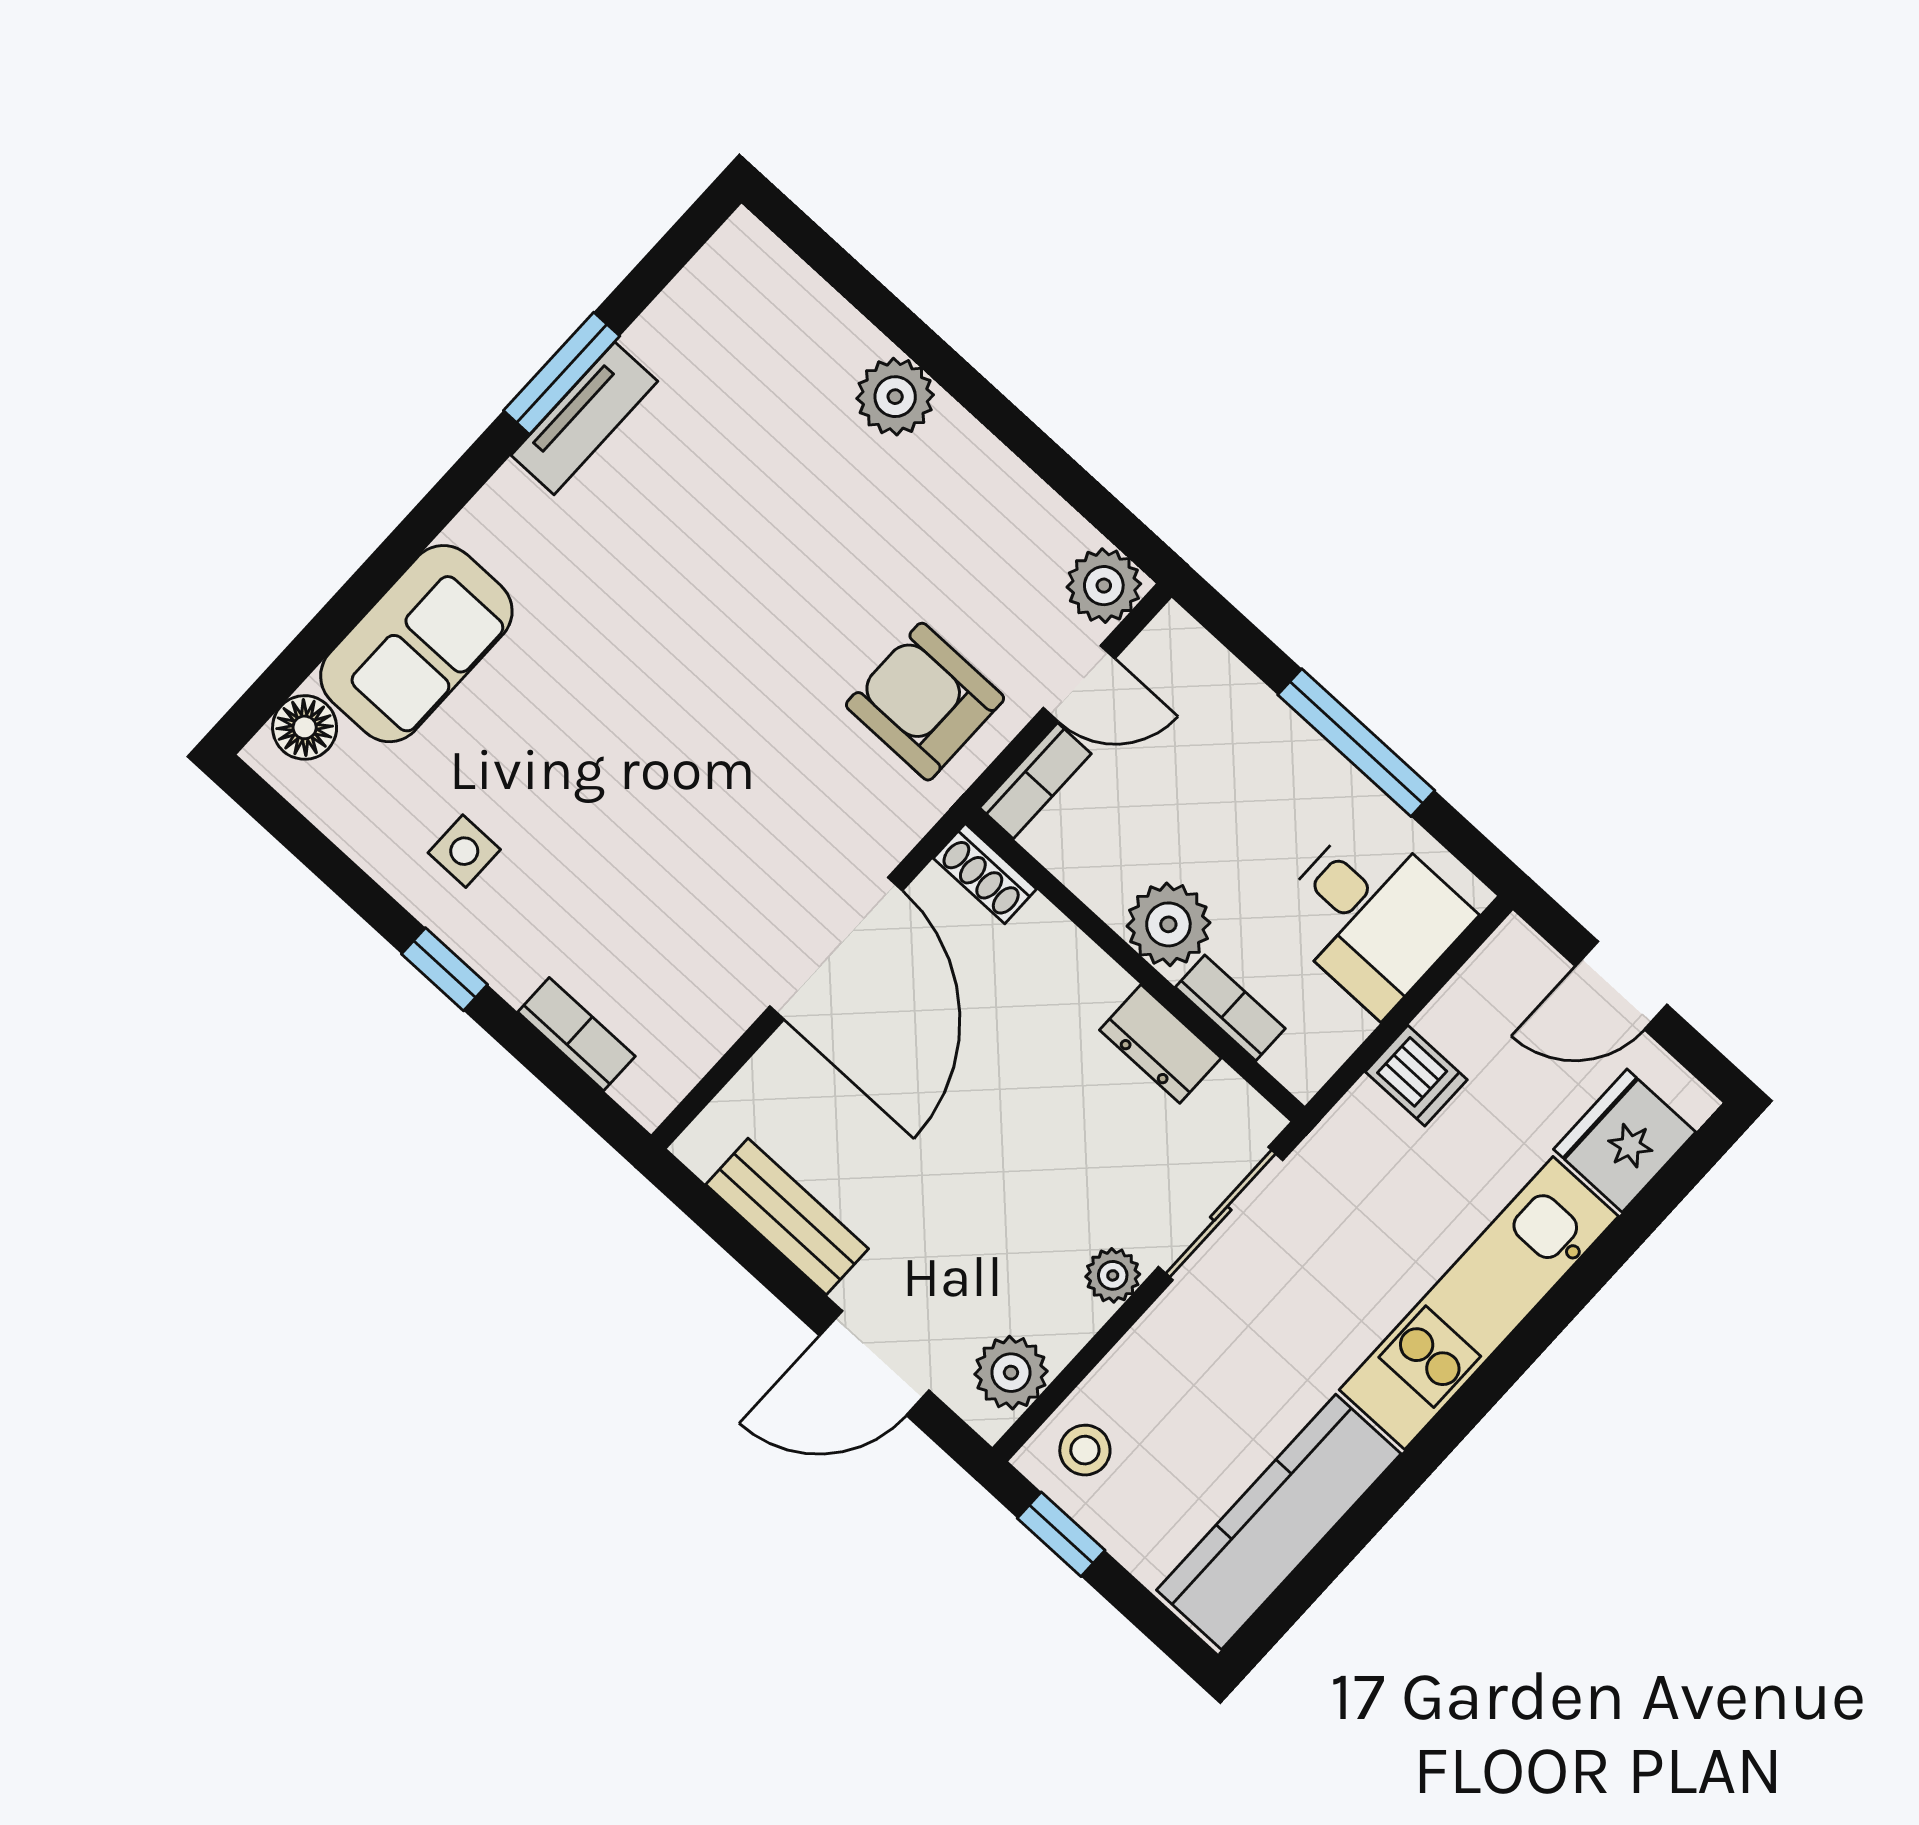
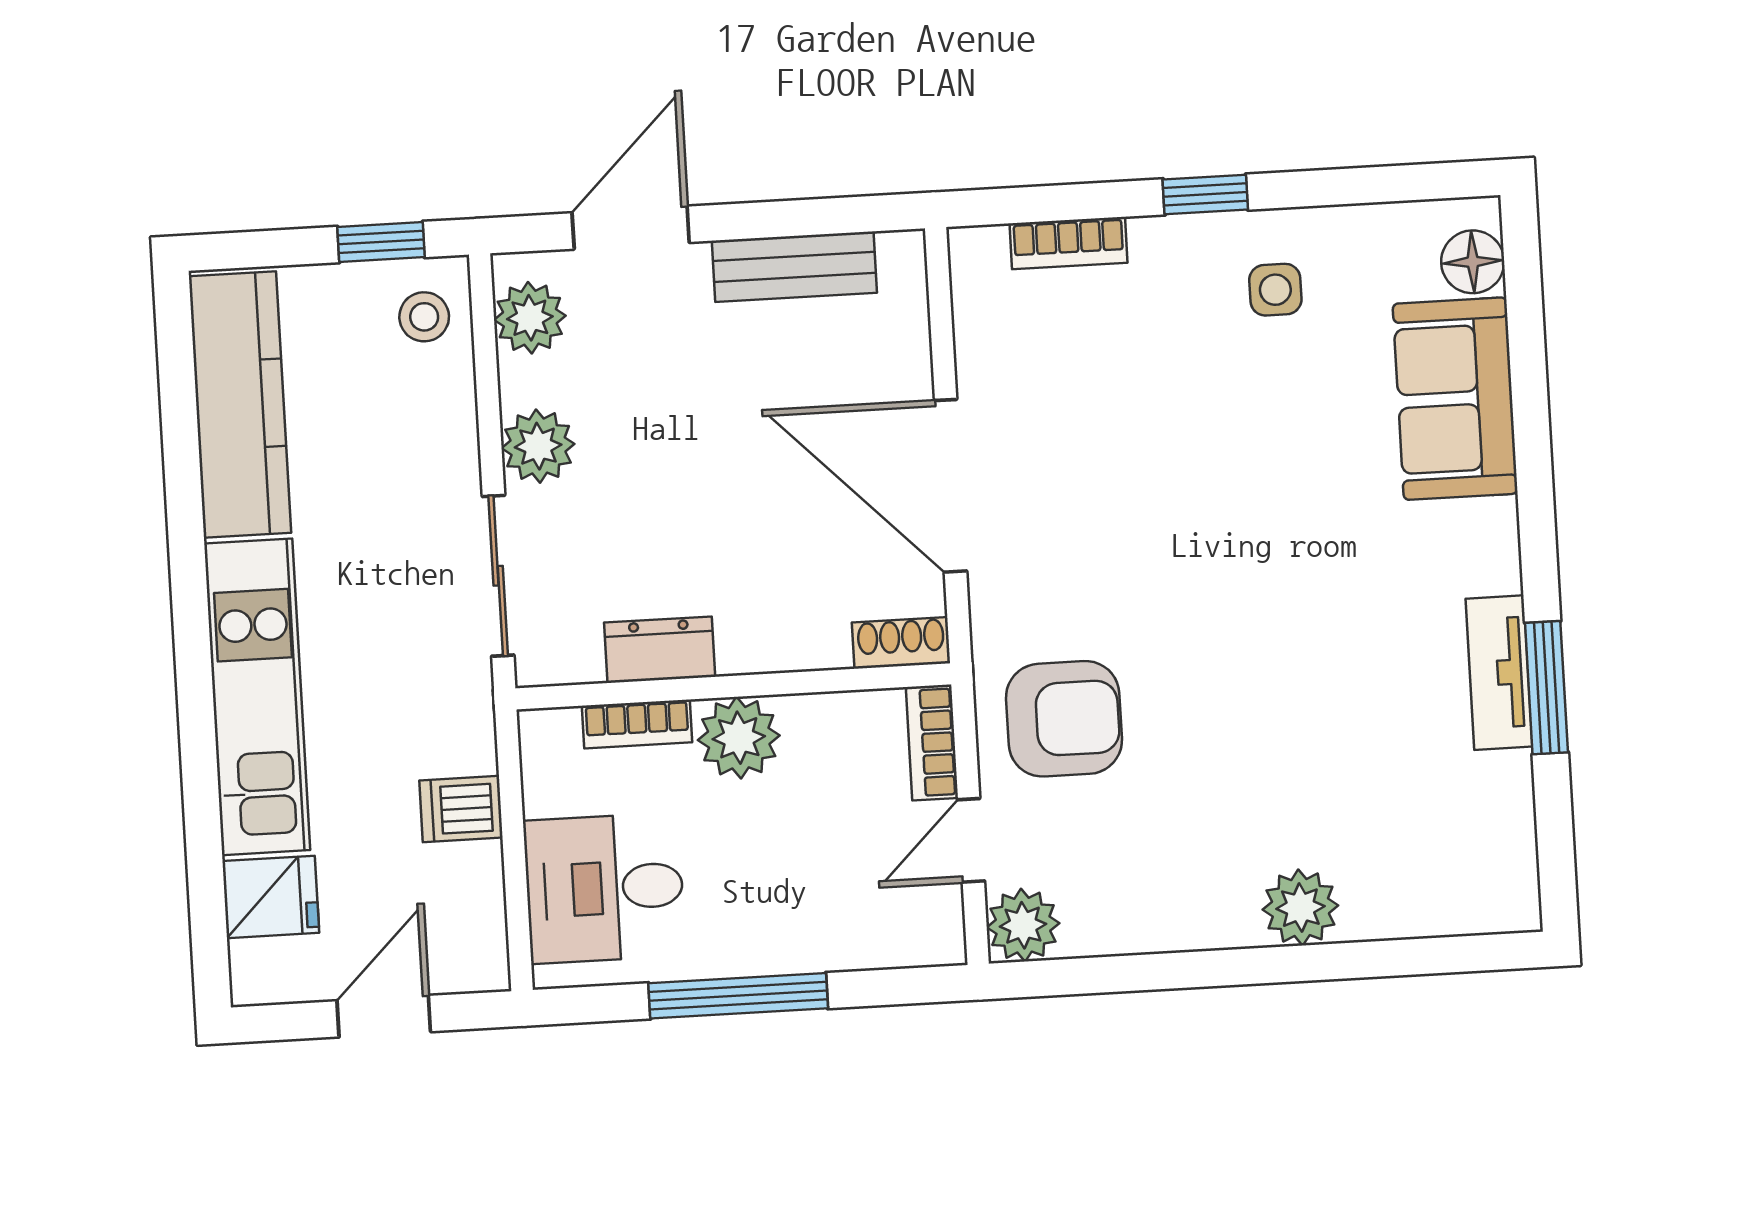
fridge: (1625, 1141) -> (271, 897), width x0.72
plant: (1113, 1275) -> (538, 446), width x1.38, depth x1.38

